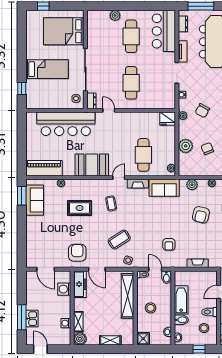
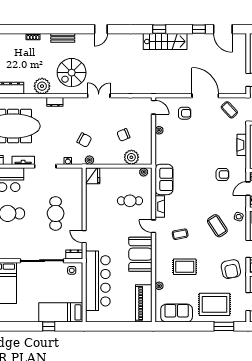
bed: (47, 69) -> (61, 312), moved, turned -90
cafe table: (131, 83) -> (56, 213), turned 90
window: (22, 88) -> (49, 326), moved
door: (109, 110) -> (84, 237), hinge flipped
plant: (186, 146) -> (131, 157), moved
cafe table: (143, 155) -> (130, 201), width x0.73, depth x0.74
plant: (192, 185) -> (161, 151), removed
window: (22, 196) -> (224, 326), moved
rug: (80, 208) -> (185, 267), turned 90
armchair: (201, 215) -> (192, 141), removed
rug: (43, 237) -> (215, 304), added
armchair: (77, 253) -> (231, 269), turned -101

